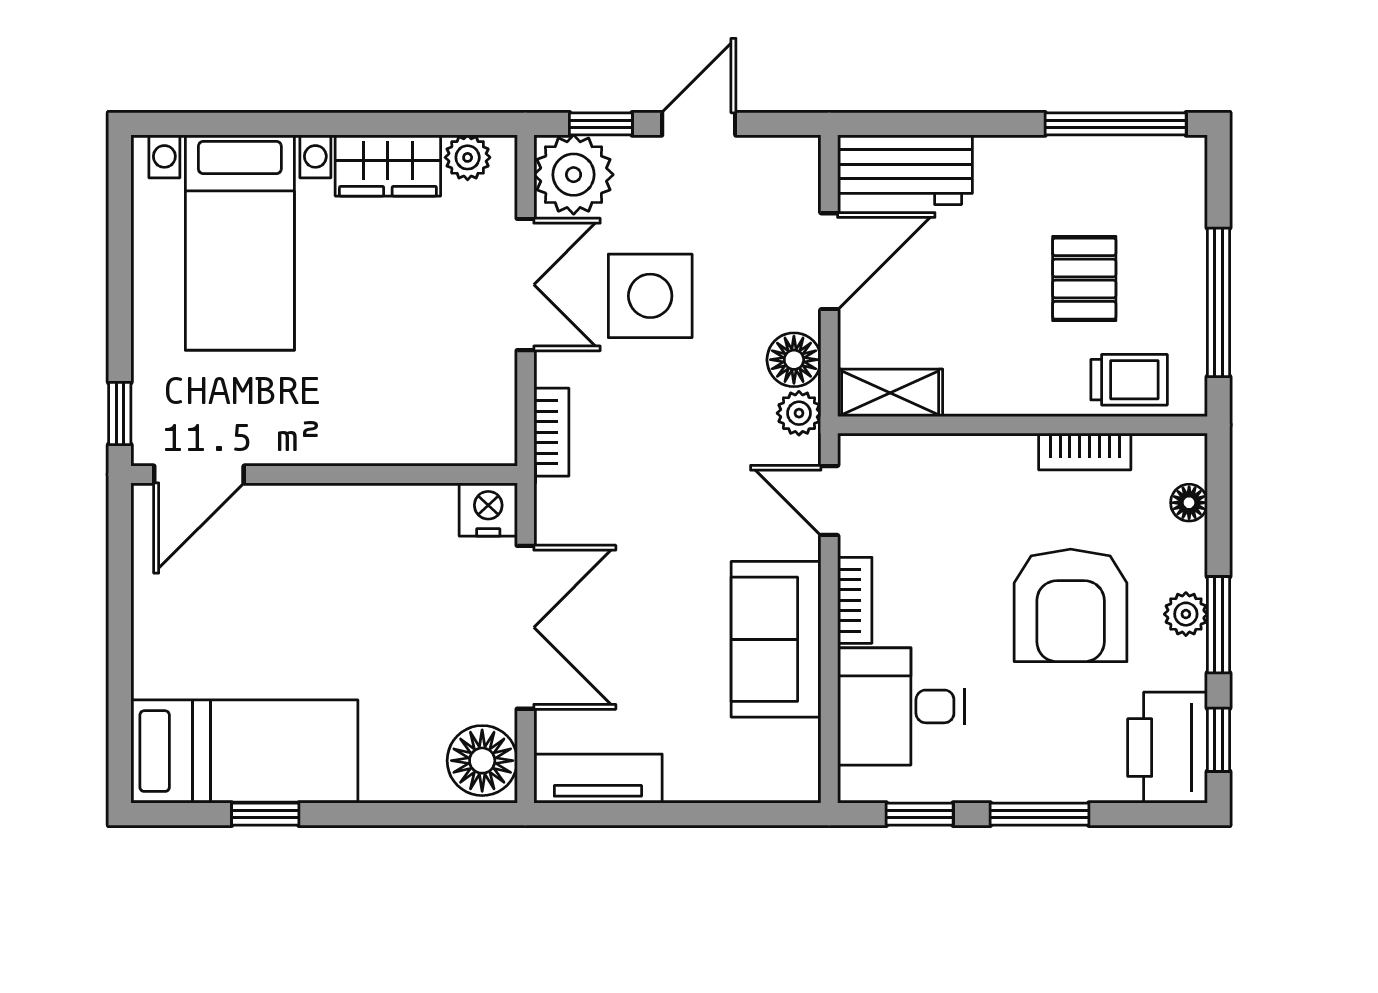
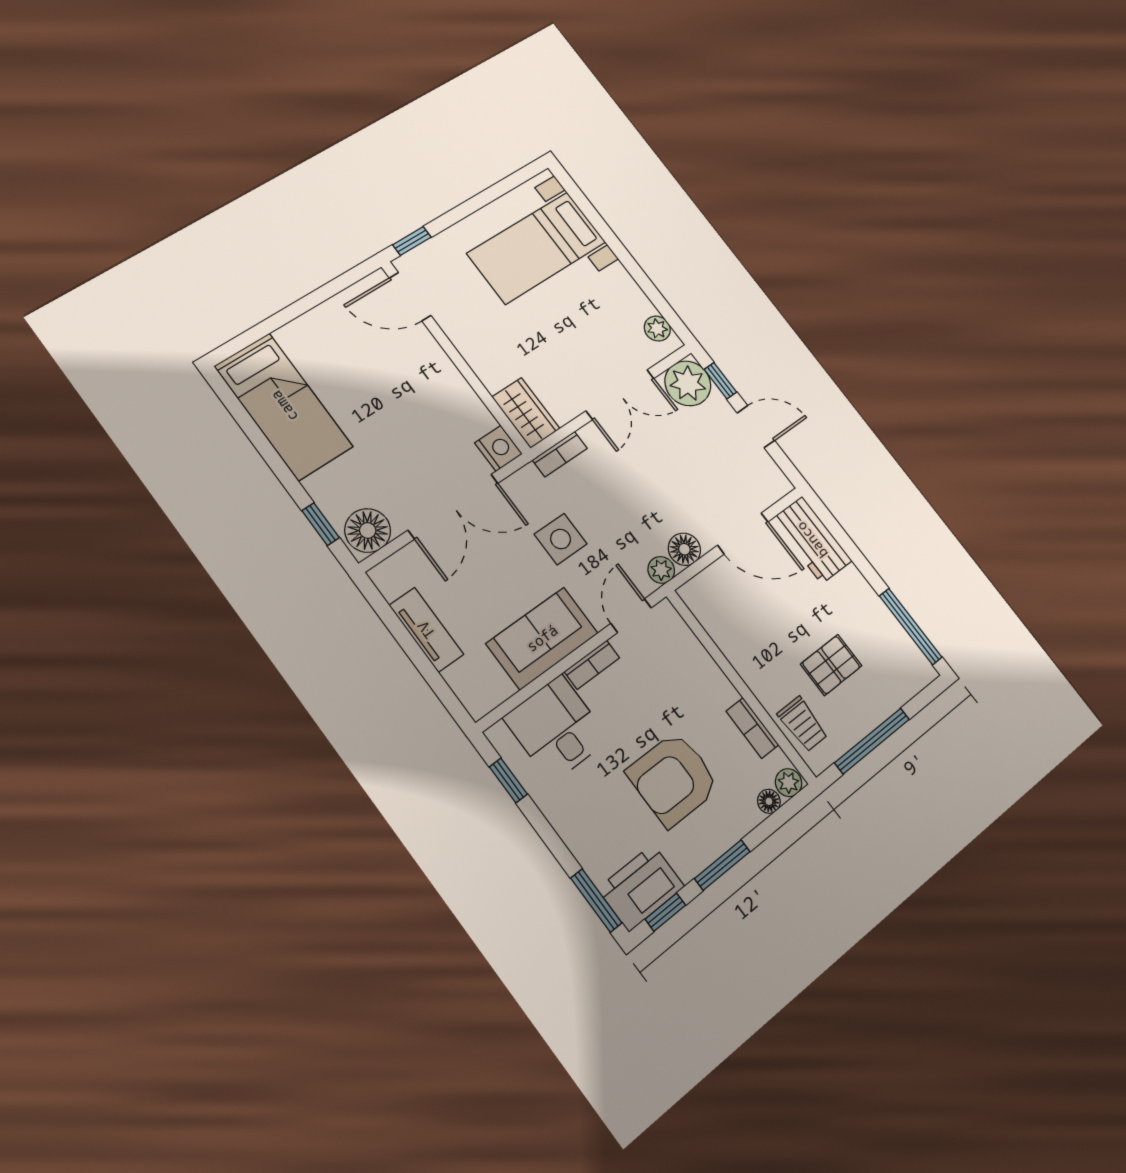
wardrobe: (388, 165) -> (526, 413), moved, turned 180
side table: (650, 296) -> (561, 539), moved, width x0.73, depth x0.73
shelving: (890, 393) -> (705, 608), removed
plant: (1186, 614) -> (789, 783), moved
tv unit: (598, 779) -> (426, 630), moved
window: (265, 814) -> (321, 524), moved
window: (1040, 814) -> (596, 900), moved

